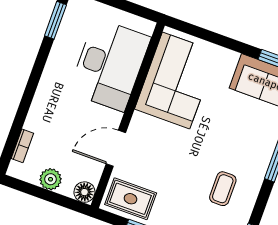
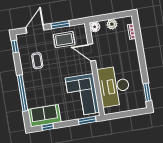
window: (193, 30) -> (87, 120), added
door: (116, 148) -> (92, 53), swing flipped
rug: (131, 199) -> (64, 40), moved

